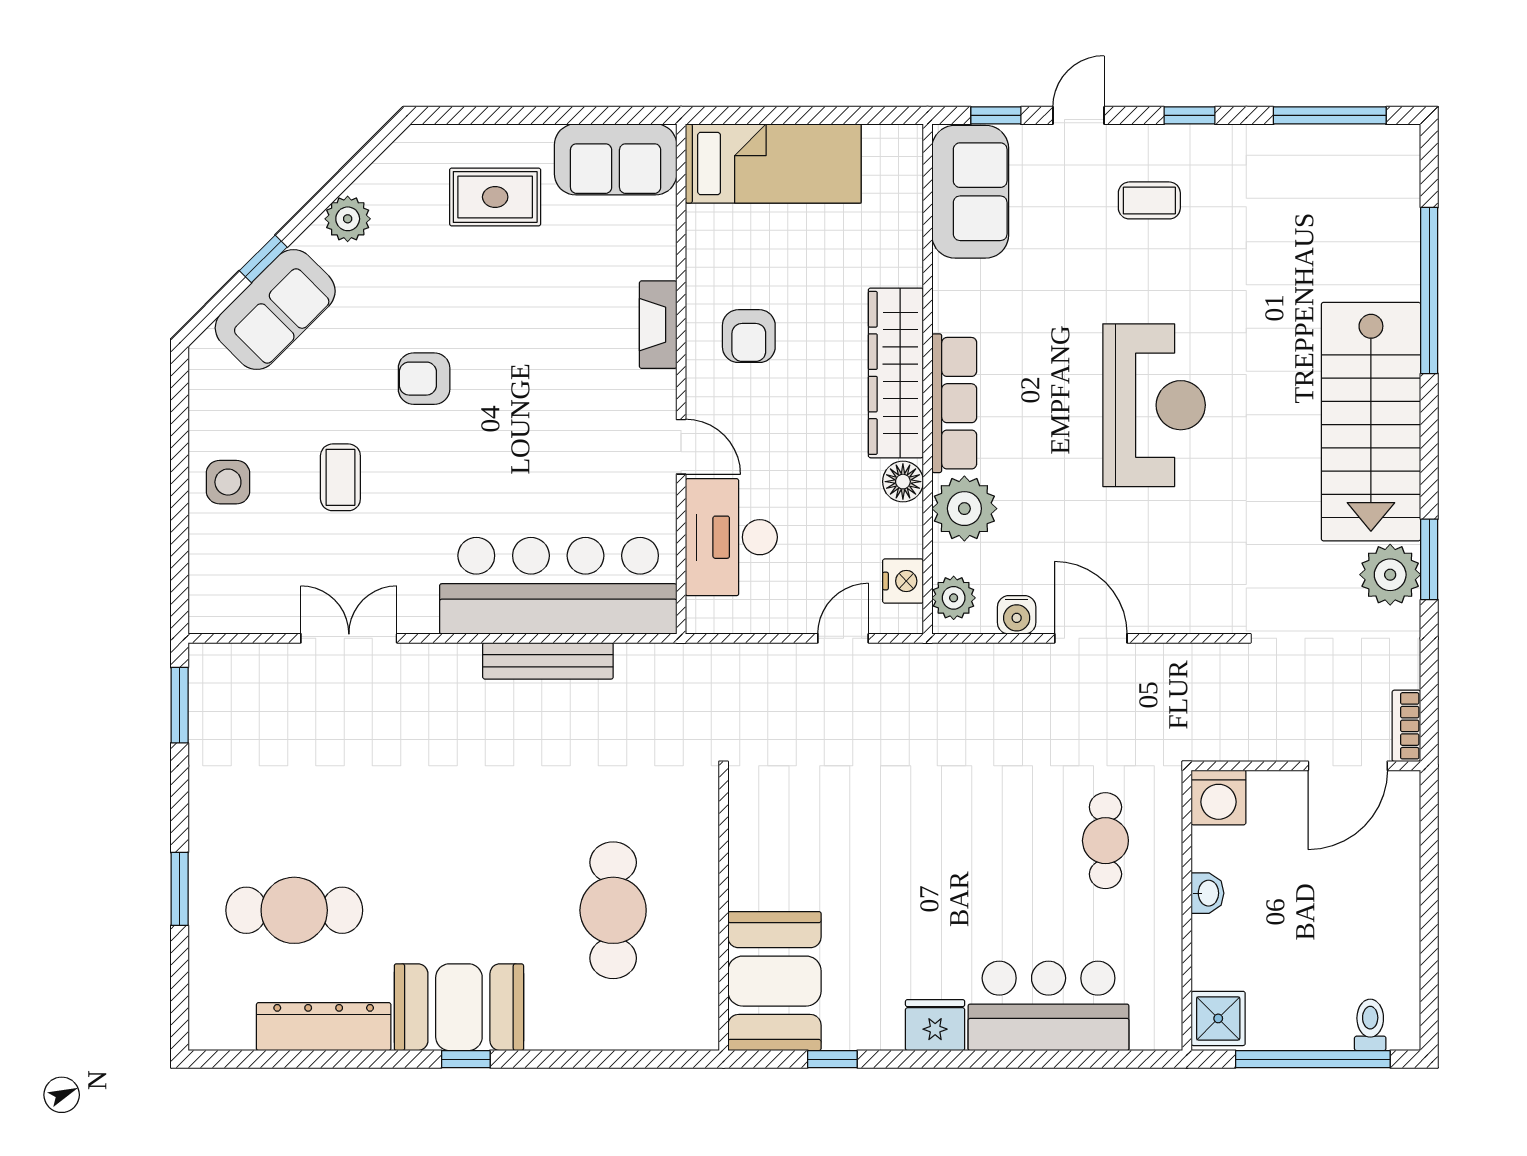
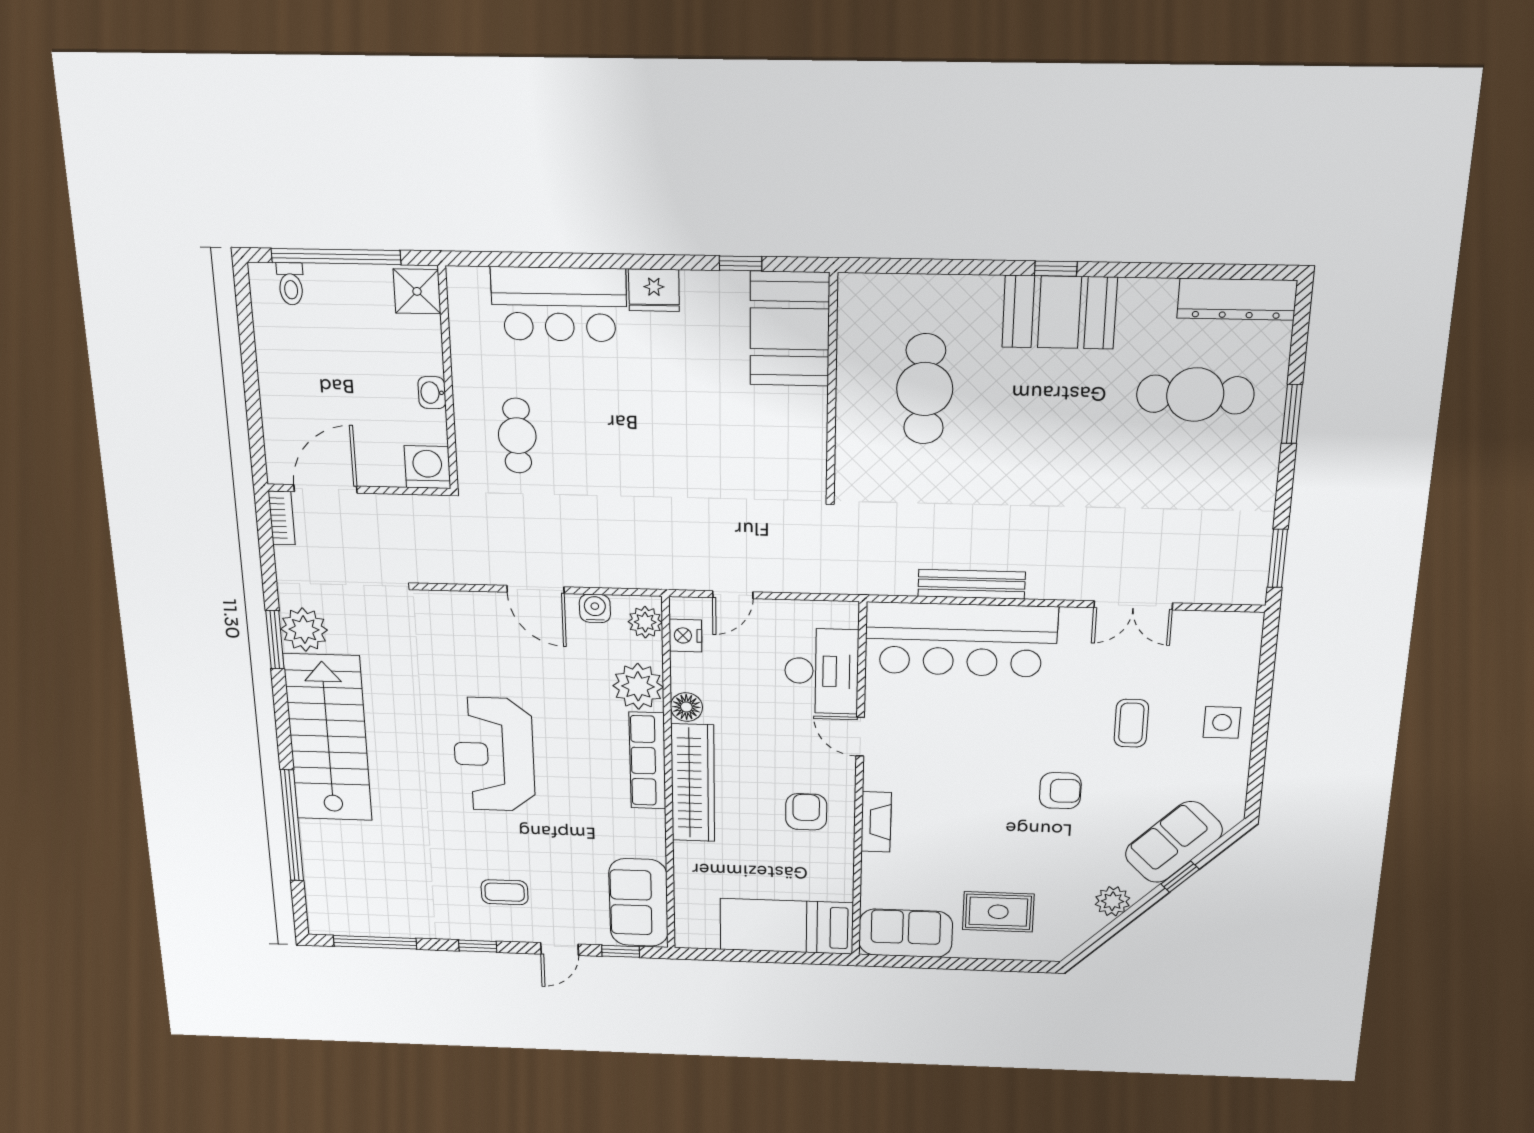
dresser: (324, 1027) -> (1237, 299), moved

